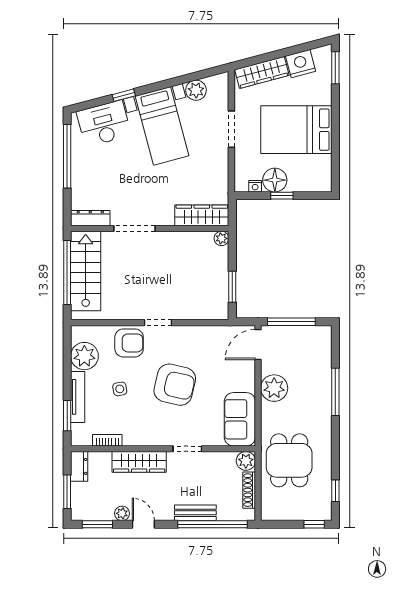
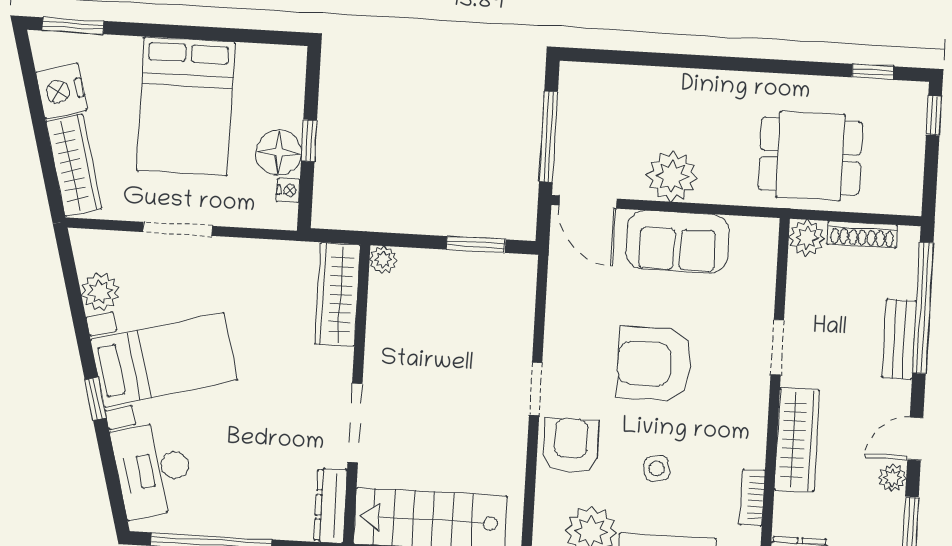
window: (124, 95) -> (96, 399), moved
armchair: (175, 385) -> (655, 364), turned -103
window: (335, 392) -> (686, 61), removed
sofa: (240, 419) -> (677, 242), moved

